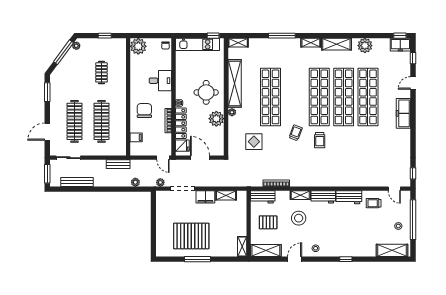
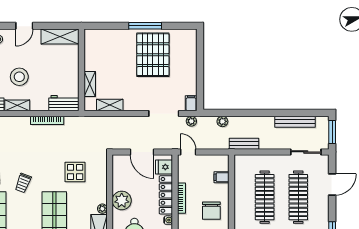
filing cabinet: (205, 197) -> (191, 103), moved, width x0.50
pallet: (268, 222) -> (57, 72), removed
pallet: (191, 236) -> (153, 55), turned 90
shelving: (242, 246) -> (90, 84), moved

